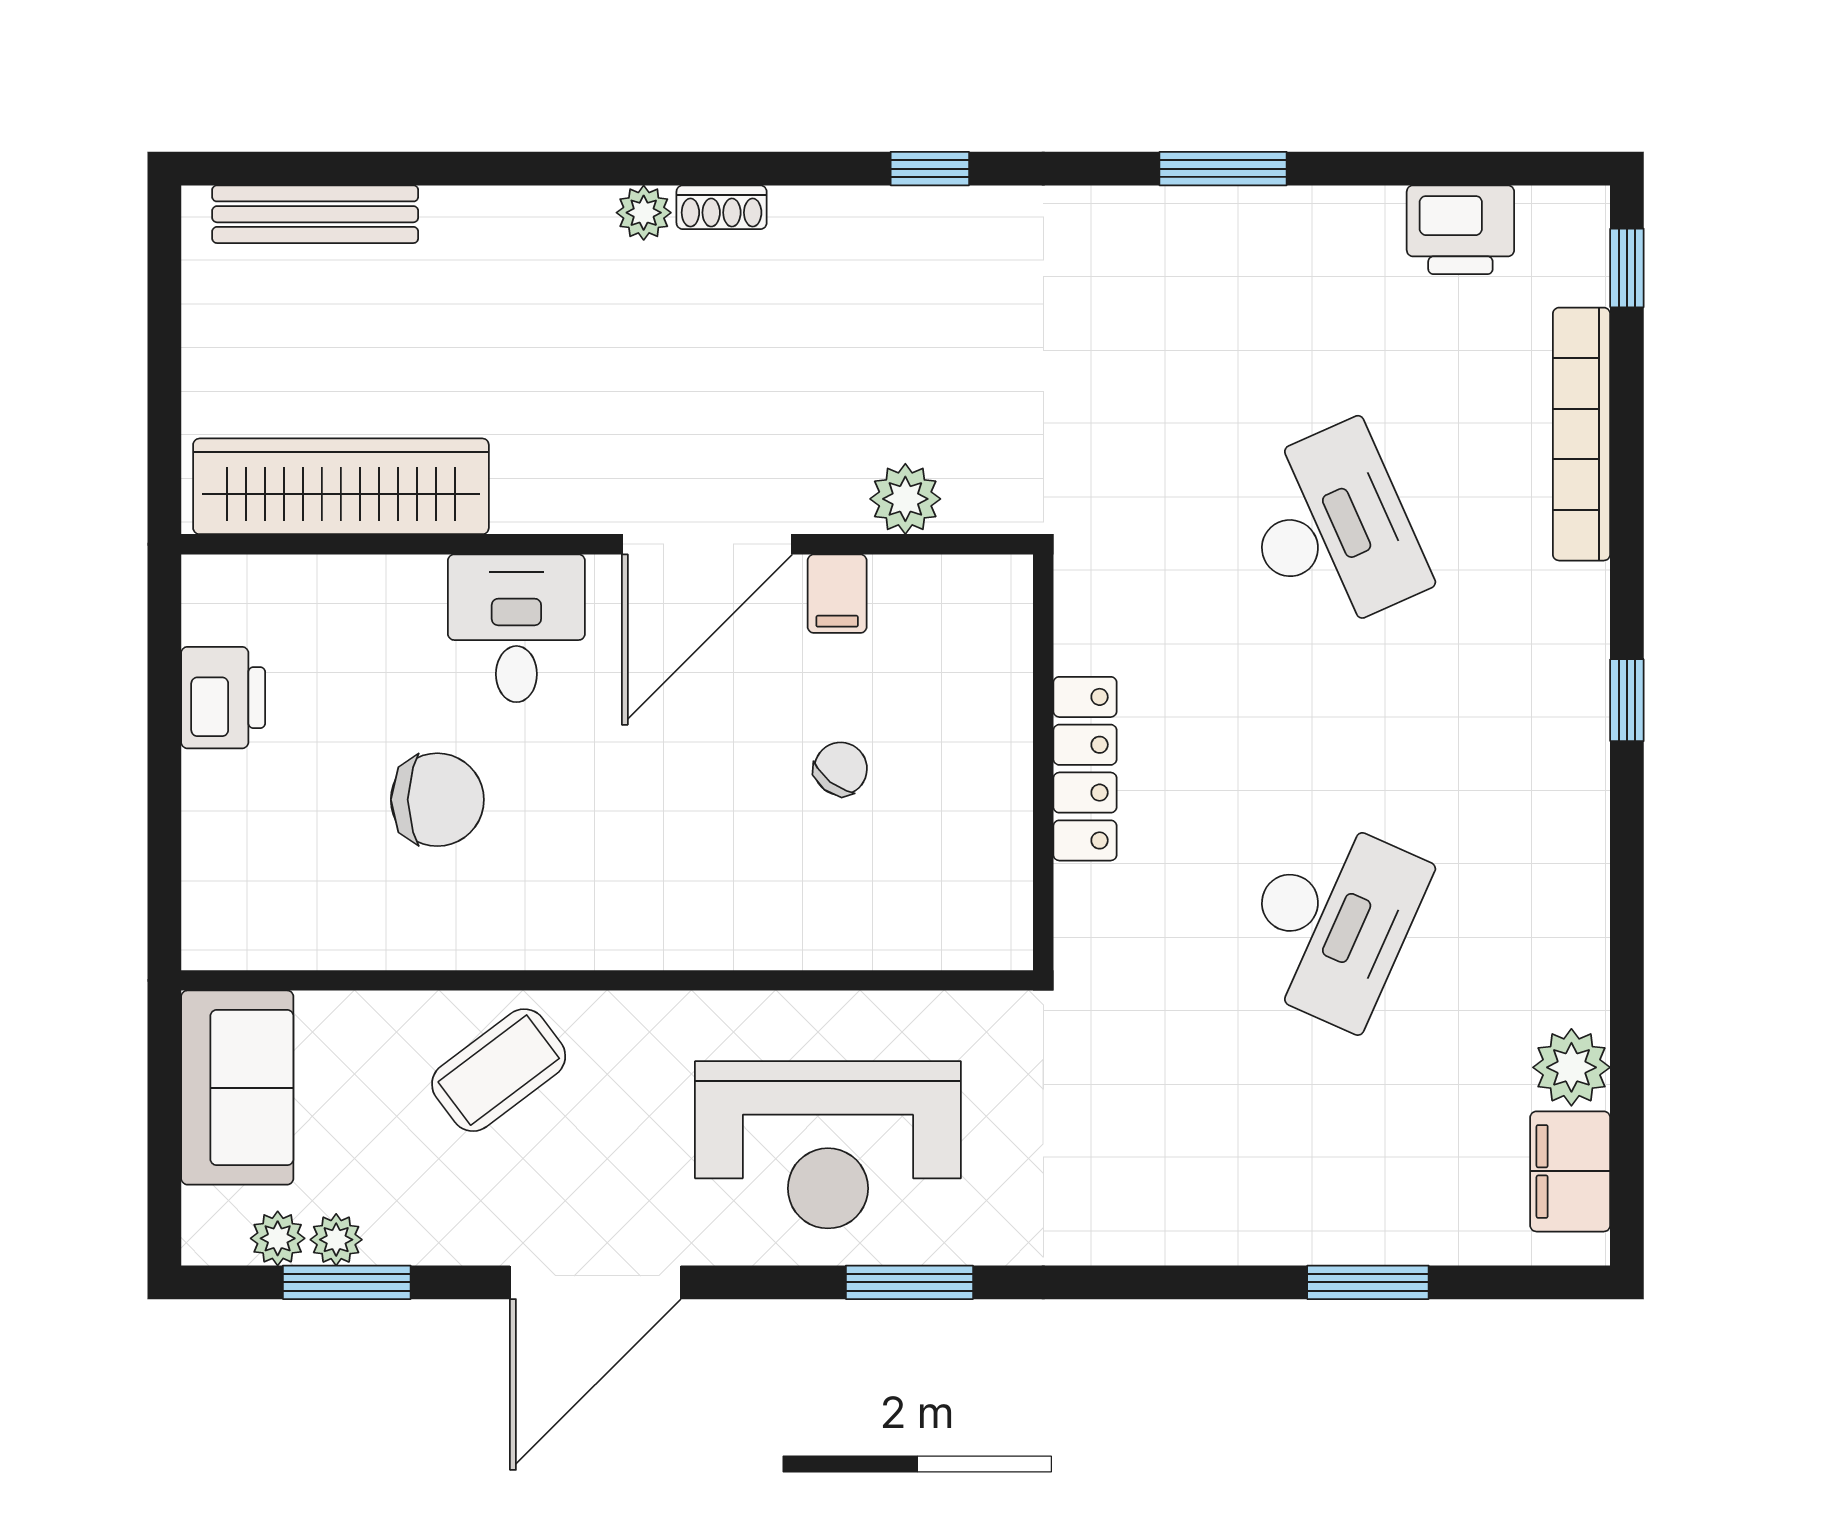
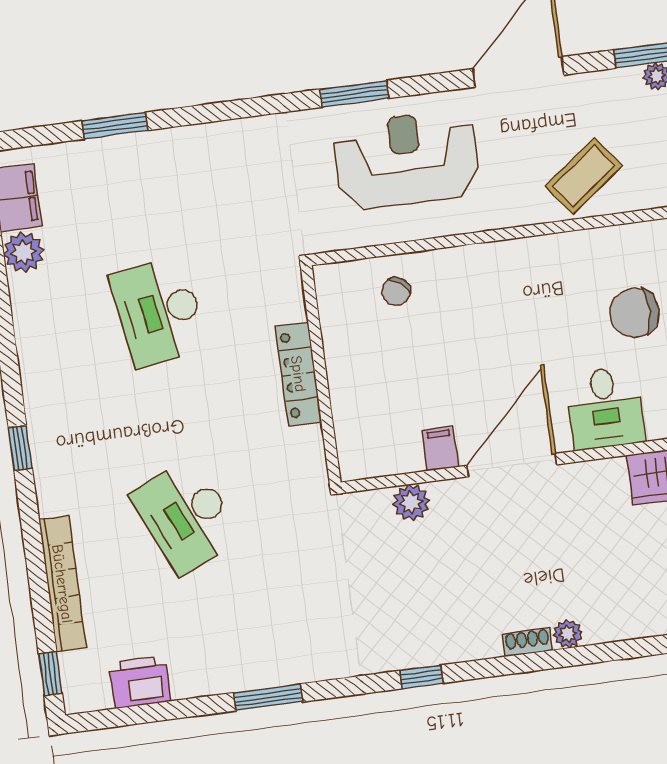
chair: (841, 769) -> (396, 291), moved
desk: (1332, 921) -> (159, 312), turned -33

